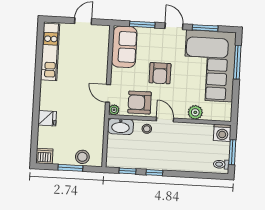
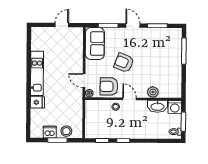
kitchen unit: (50, 52) -> (37, 73), moved
corner sofa: (209, 66) -> (162, 55), removed
armchair: (160, 73) -> (124, 63), turned 112
washbasin: (121, 126) -> (157, 106), moved
dishwasher: (44, 156) -> (50, 132), moved

